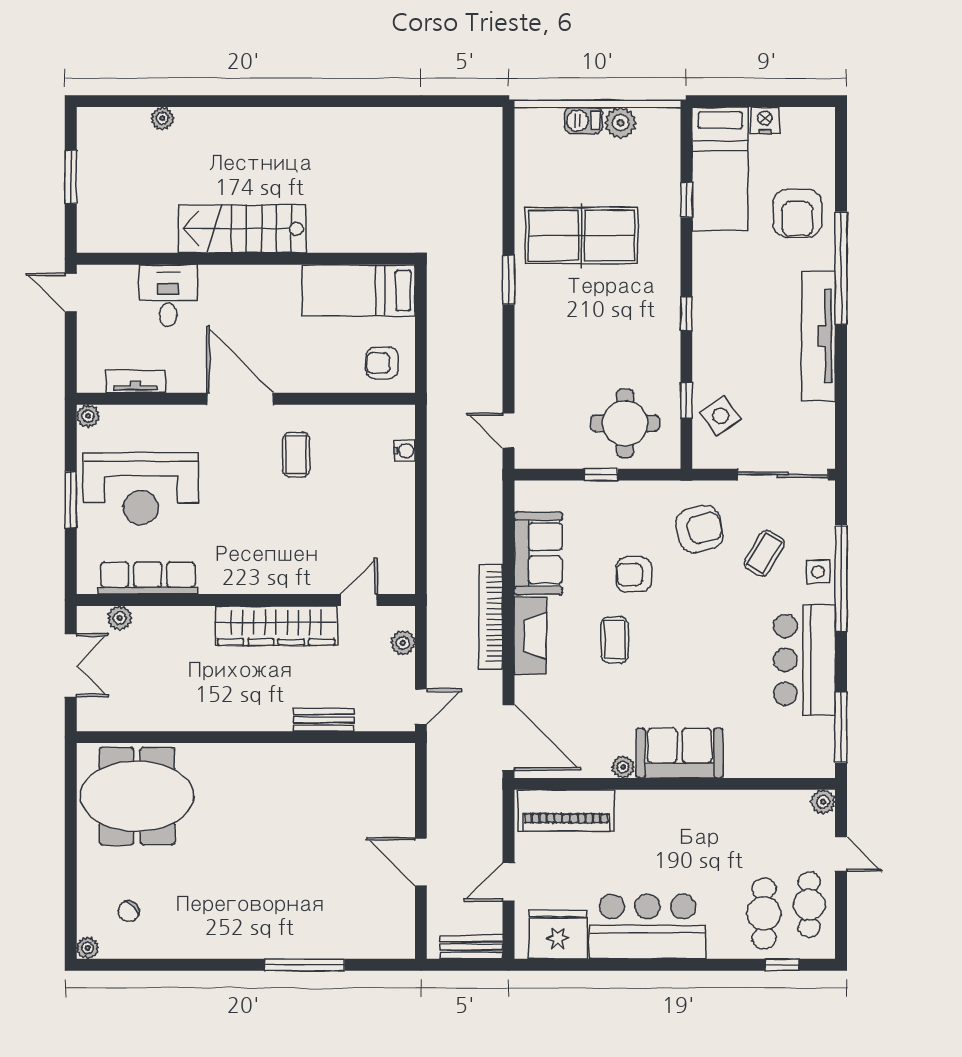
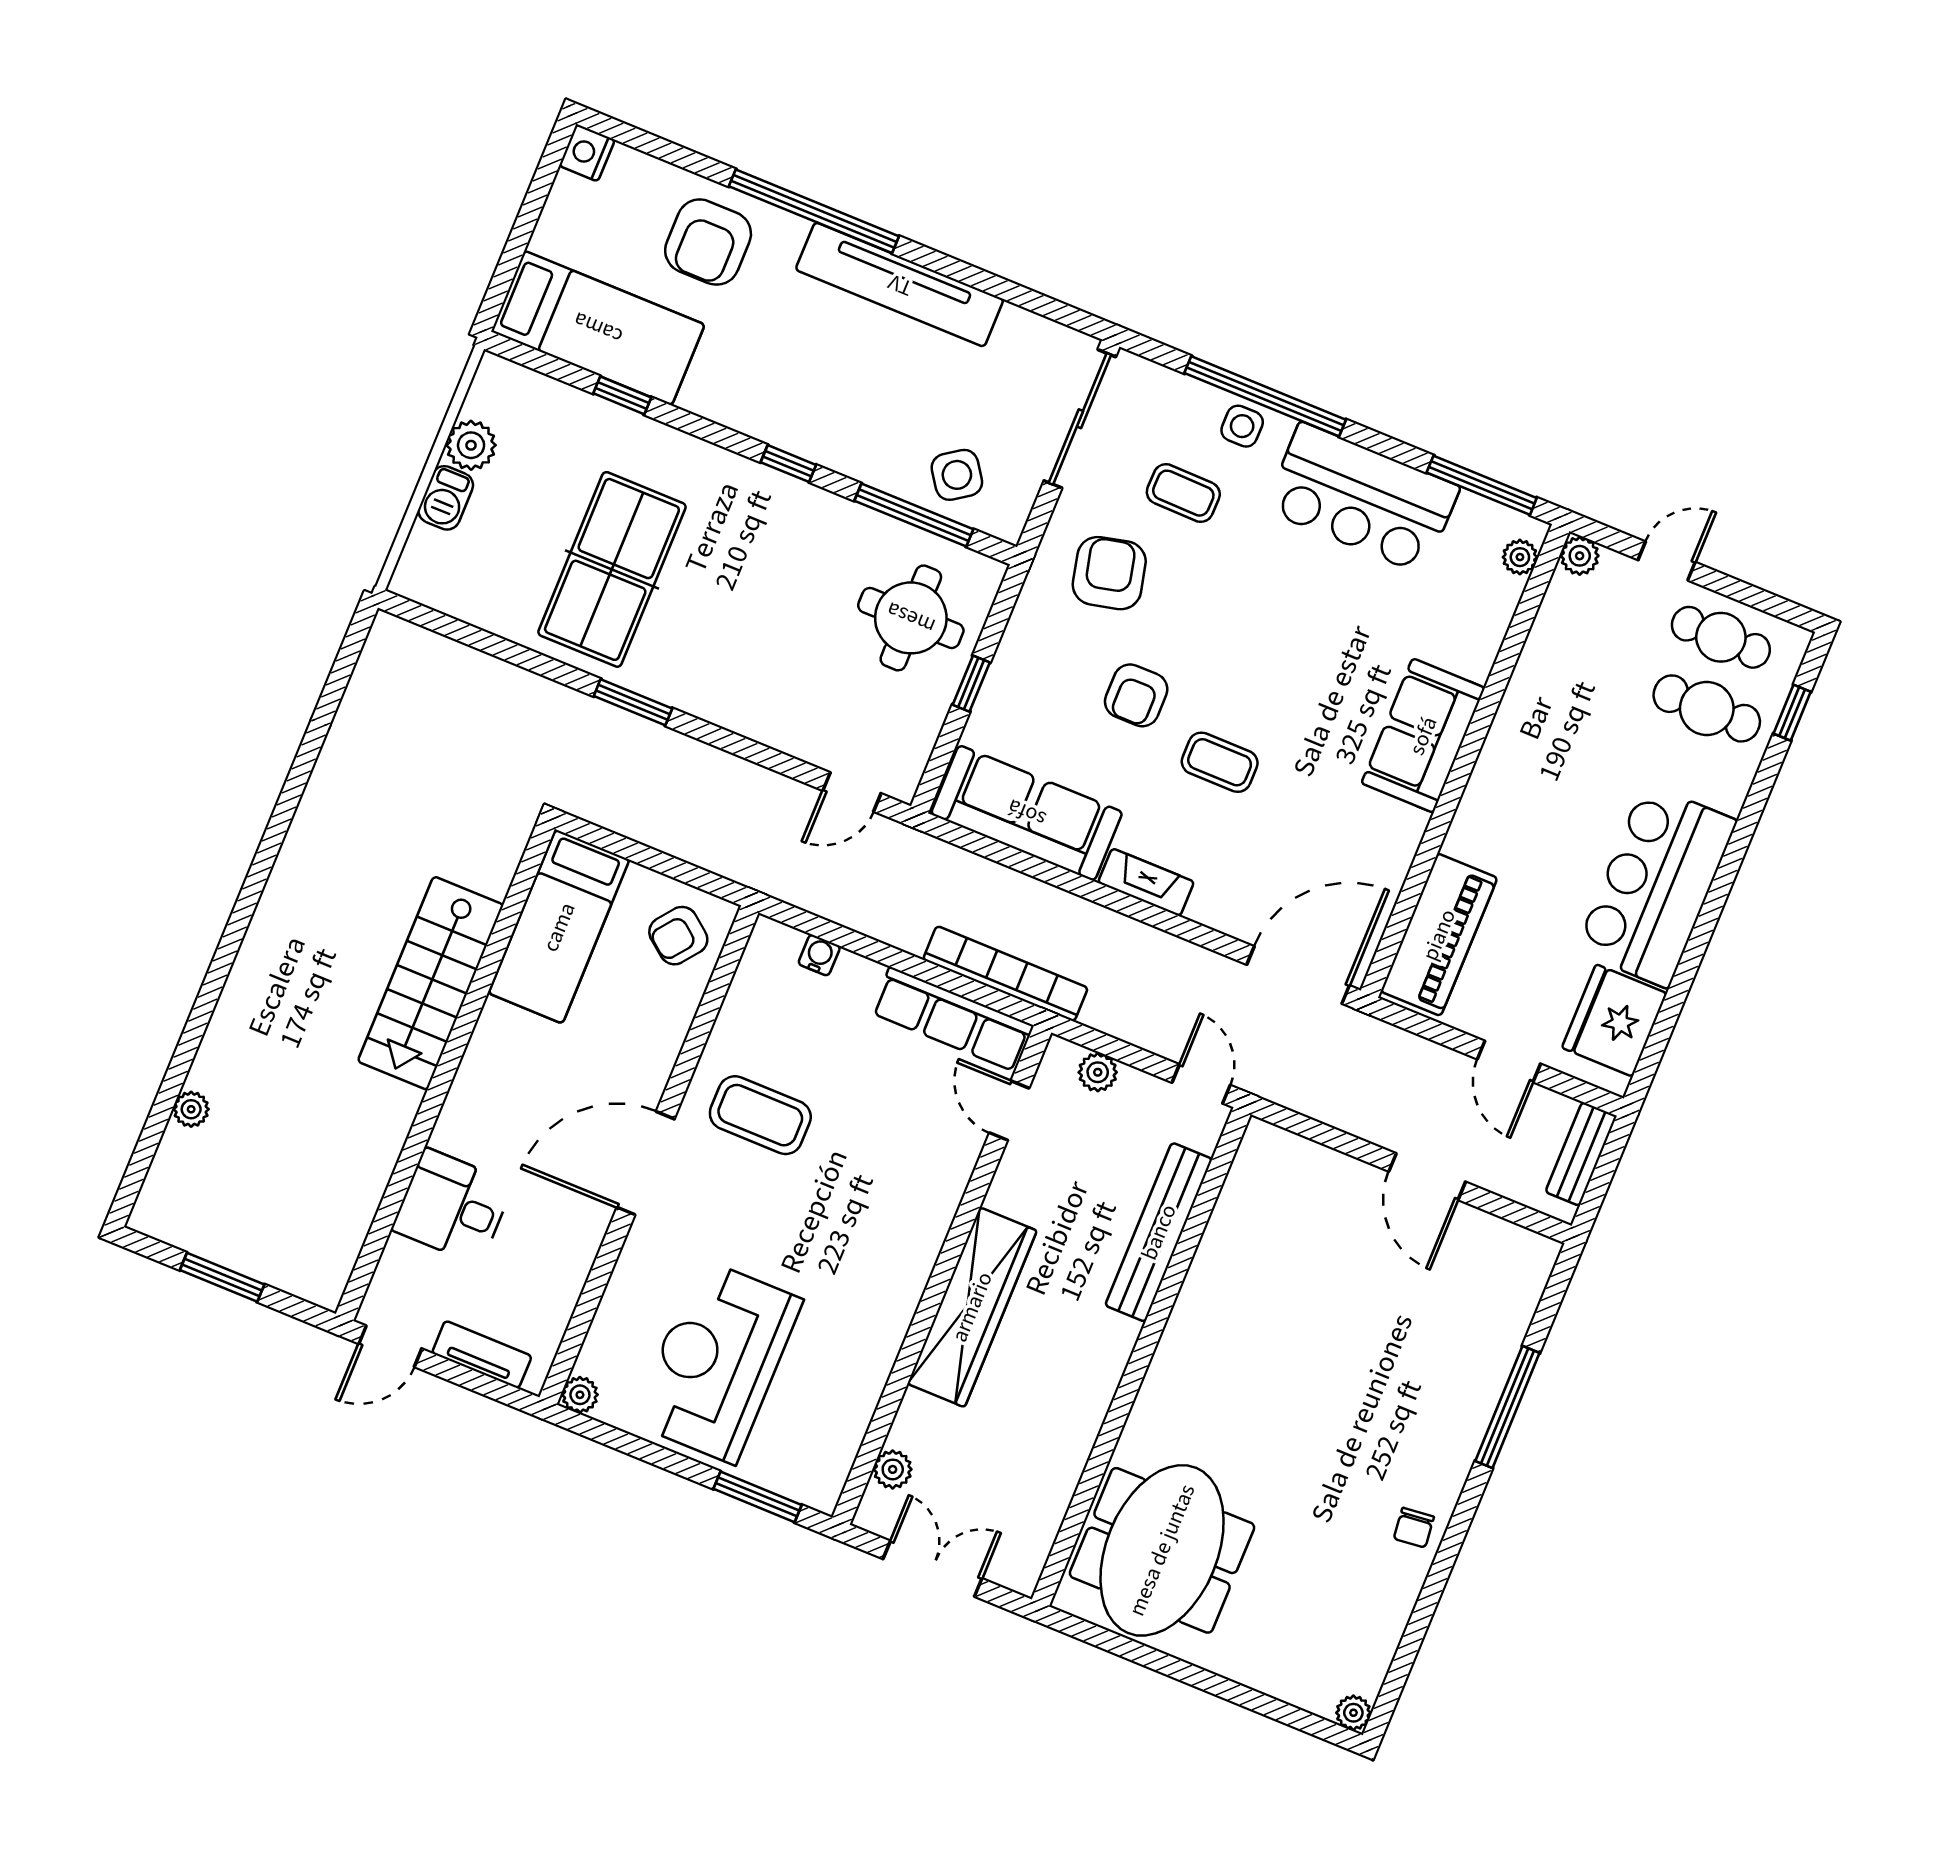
nightstand: (765, 120) -> (587, 153), moved
armchair: (797, 213) -> (708, 242), turned 90
stairs: (242, 229) -> (431, 983), moved
armchair: (382, 363) -> (678, 936), turned 38
tv unit: (136, 382) -> (482, 1355), moved, turned 90
window: (686, 400) -> (914, 515), width x2.17
coffee table: (296, 455) -> (760, 1115), width x1.36, depth x1.30
reception desk: (141, 489) -> (717, 1361), turned 180
window: (71, 500) -> (757, 1497), moved
sofa: (538, 553) -> (1027, 813), width x1.36
coffee table: (764, 553) -> (1183, 493), turned -30
row of seats: (148, 578) -> (952, 1019), moved, turned -90
bookcase: (491, 617) -> (1005, 974), moved, turned 180
wardrobe: (276, 626) -> (972, 1307), moved
fireplace: (530, 636) -> (1146, 882), width x0.73, depth x0.76
bench: (323, 720) -> (1159, 1232), width x1.86, depth x1.21
plant: (623, 767) -> (1520, 557), moved
door: (421, 862) -> (1427, 1177), hinge flipped
chair: (129, 911) -> (1414, 1528), moved, turned 38

